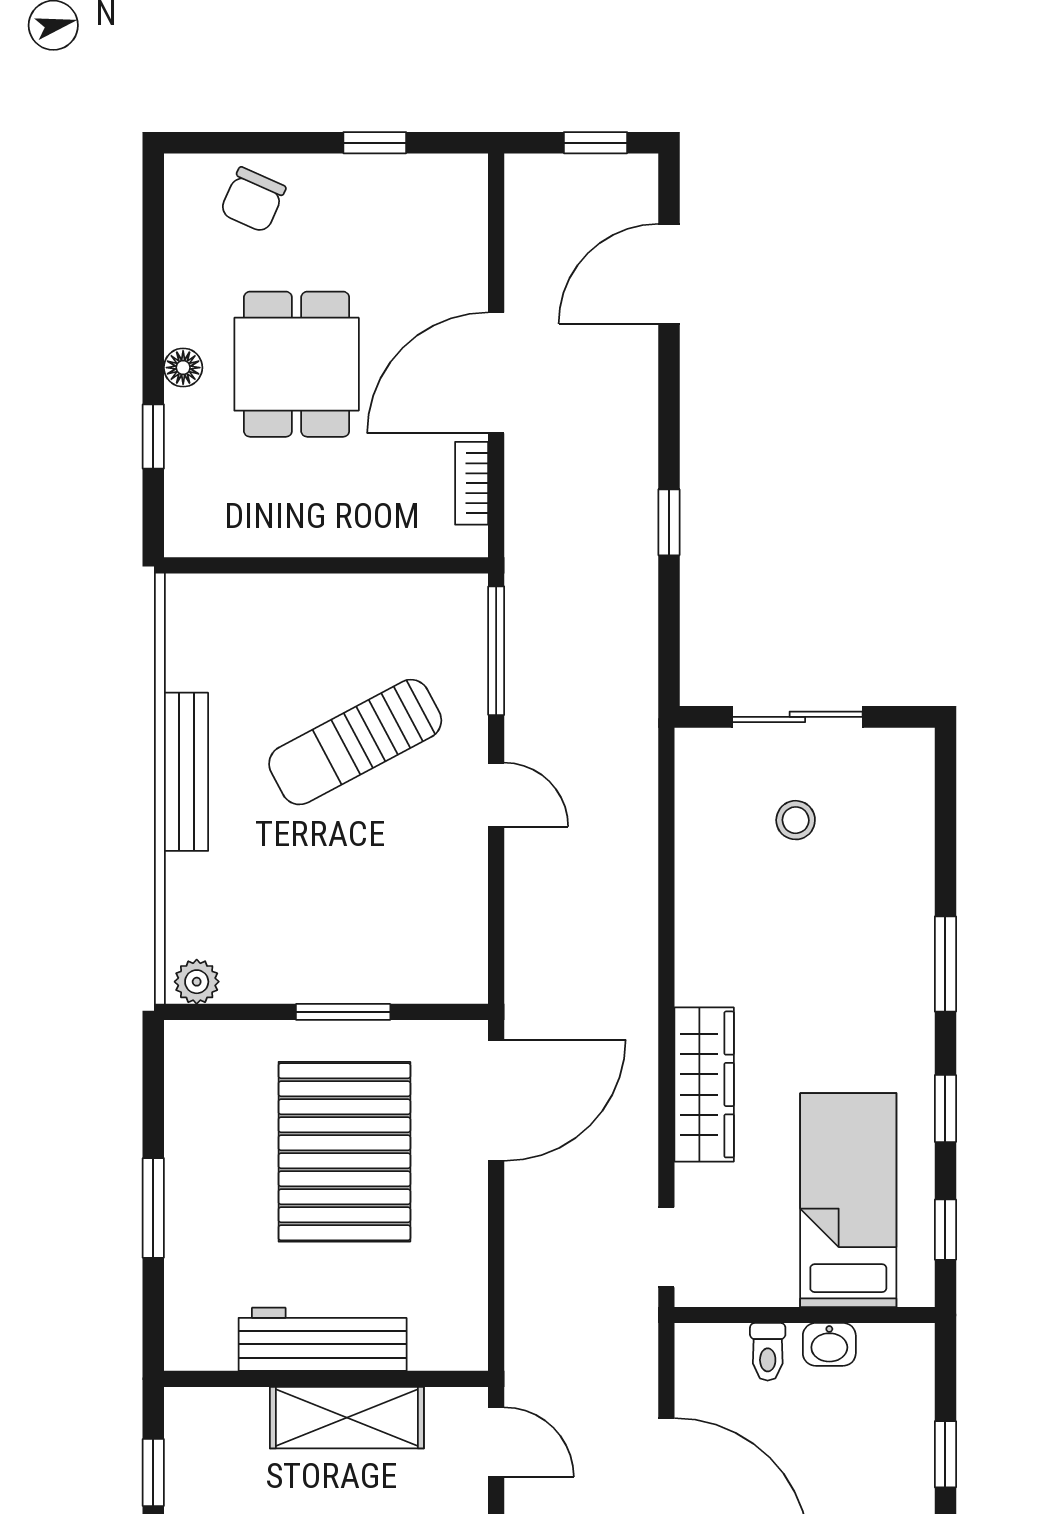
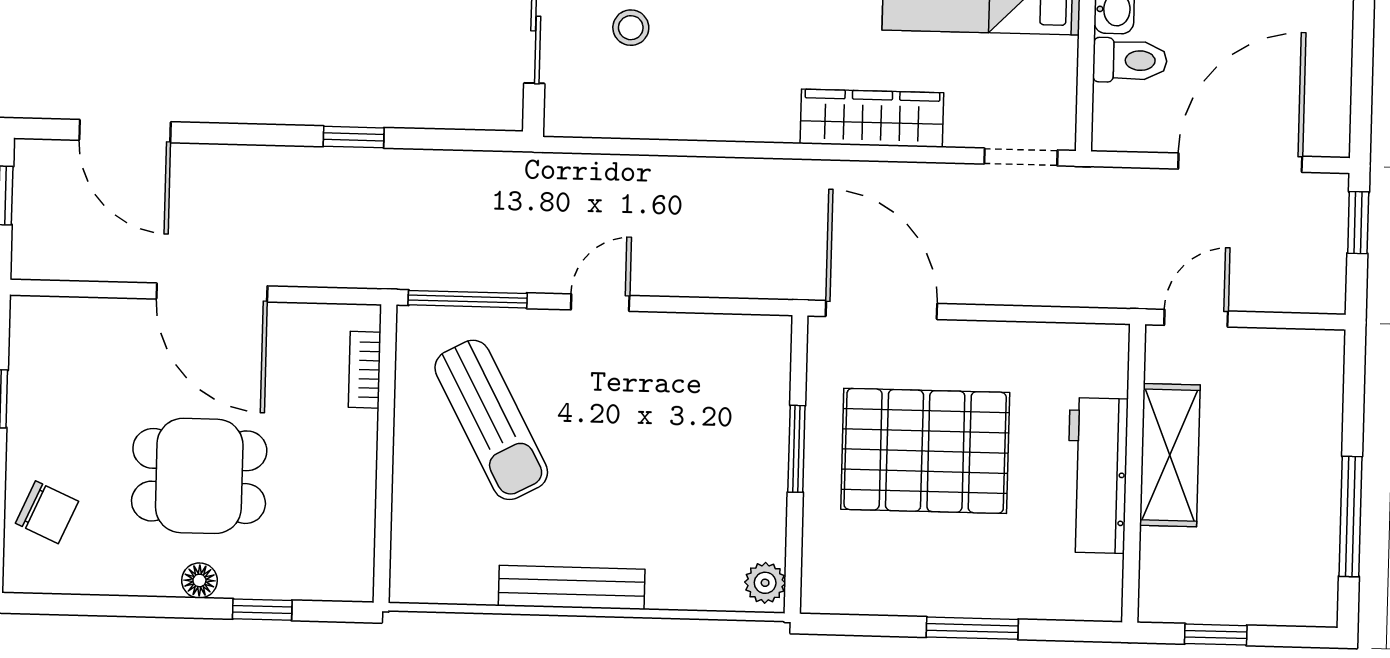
bookcase: (472, 483) -> (365, 370), moved, turned 90
sun lounger: (355, 742) -> (491, 420), moved
toilet: (768, 1352) -> (1130, 60), width x1.37, depth x1.39

